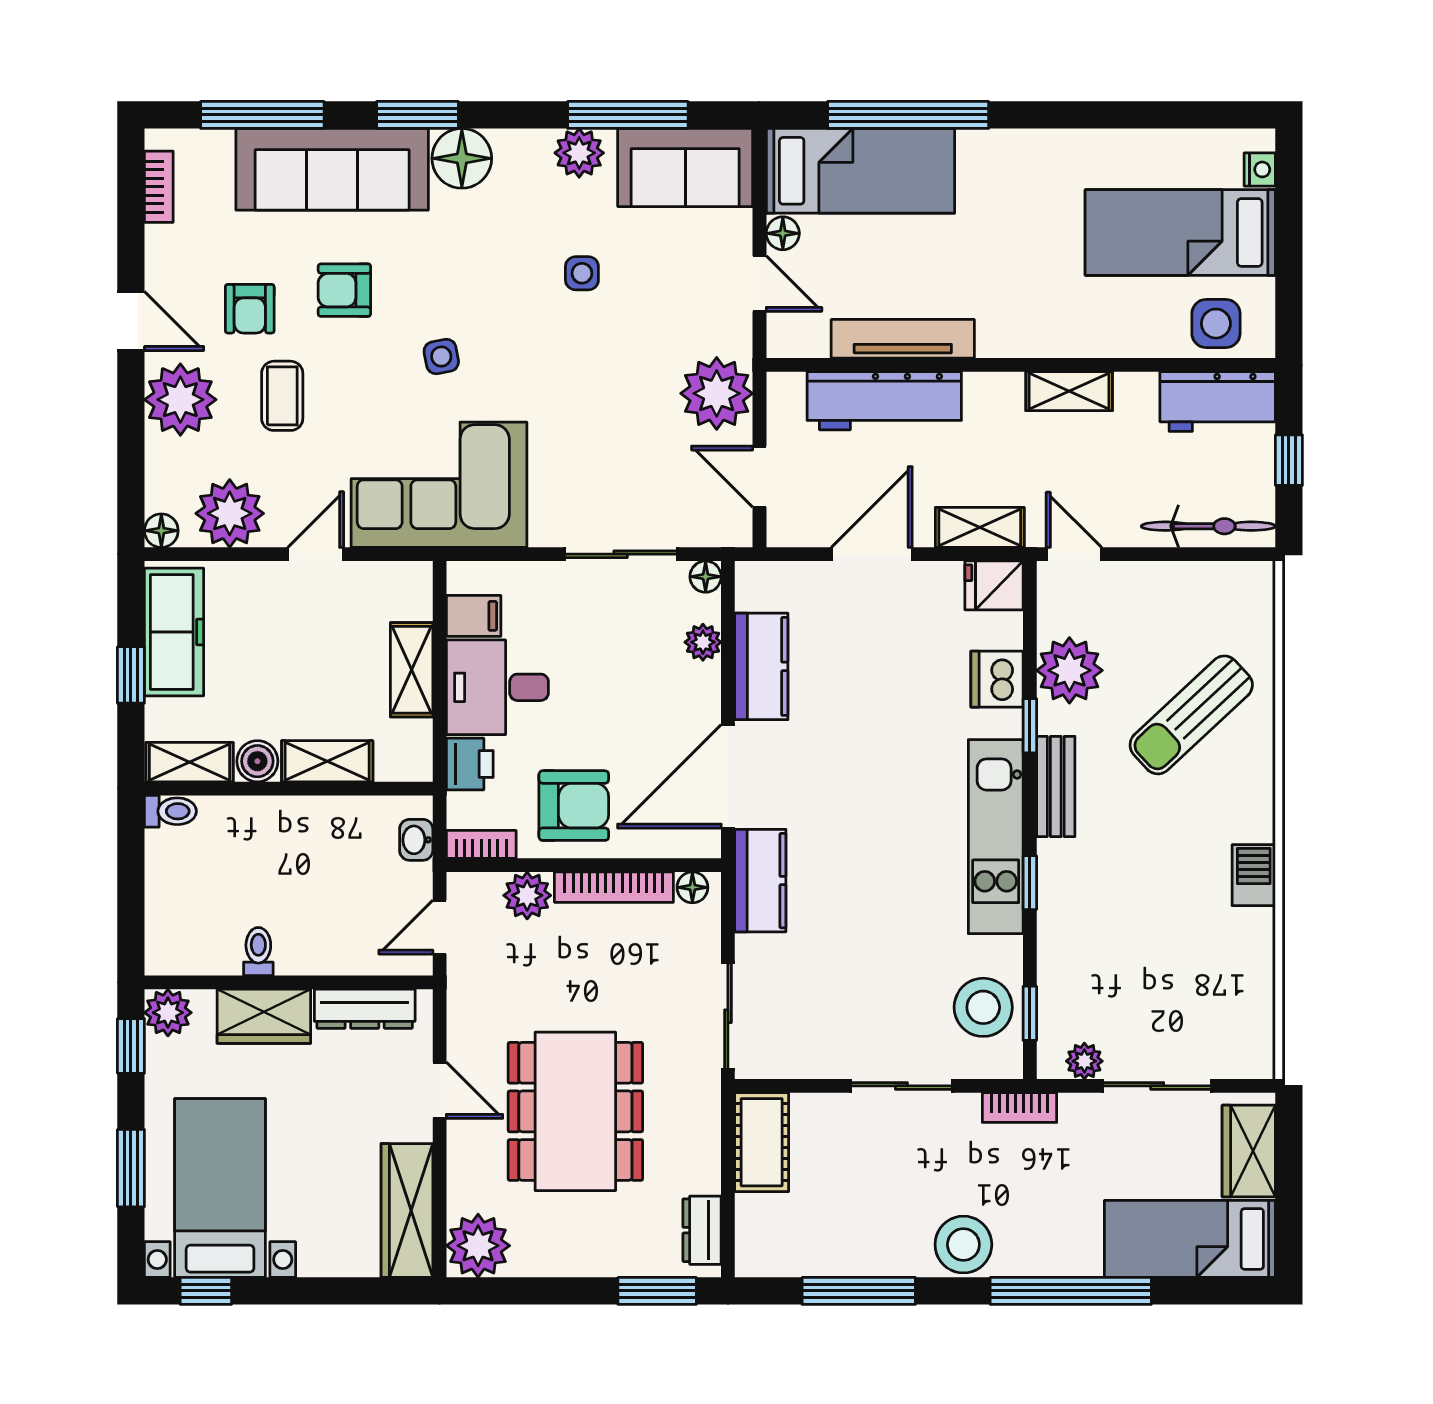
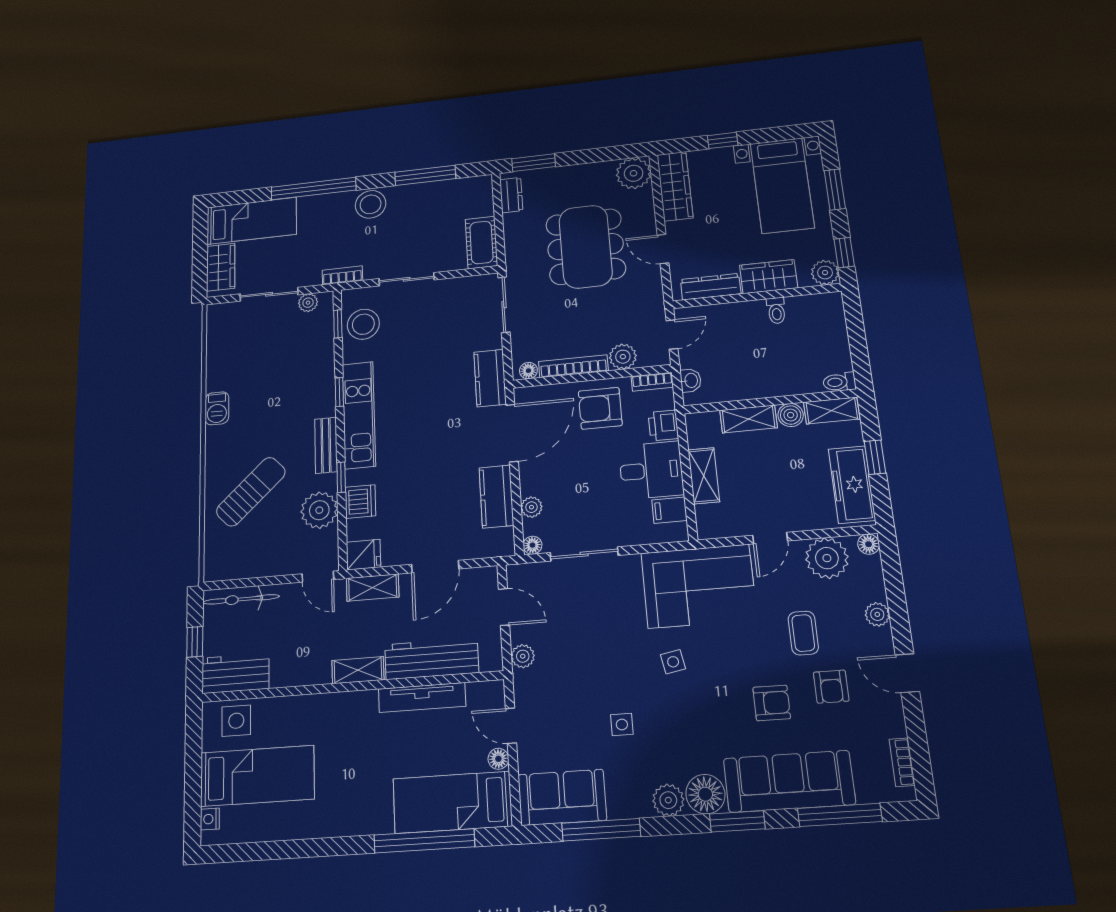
plant: (579, 153) -> (668, 800), moved
armchair: (250, 309) -> (831, 687), turned 180
side table: (441, 357) -> (673, 662), moved
shelving: (1069, 391) -> (358, 670), moved
plant: (717, 393) -> (523, 656), width x0.53, depth x0.53
plant: (180, 400) -> (877, 614), width x0.53, depth x0.53
window: (206, 1291) -> (723, 140), moved

